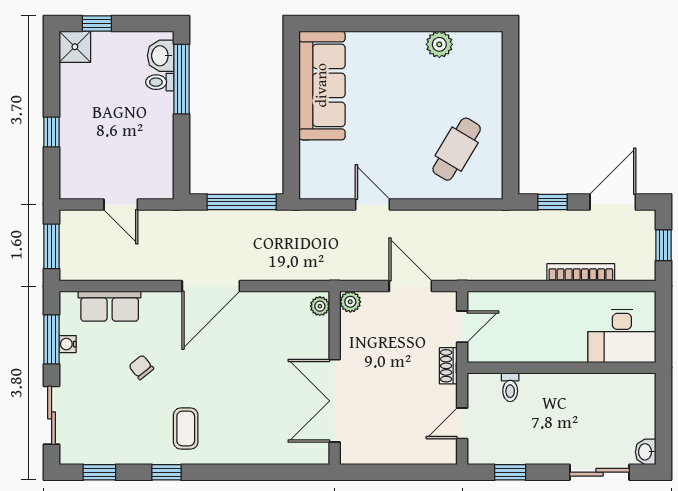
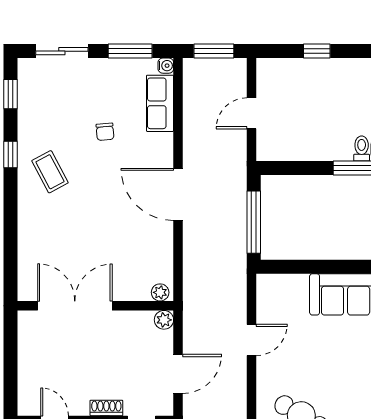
water cooler: (68, 344) -> (166, 66), moved, turned 90
chair: (141, 367) -> (105, 132), turned 124
coffee table: (186, 429) -> (50, 172), turned 62

